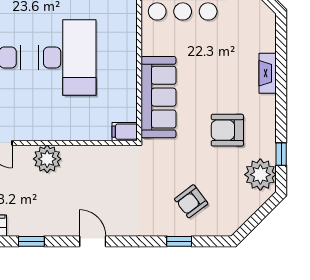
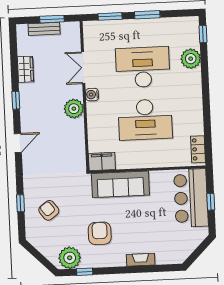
water cooler: (28, 132) -> (92, 95), added
filing cabinet: (125, 132) -> (102, 162), width x2.00

